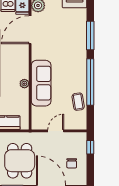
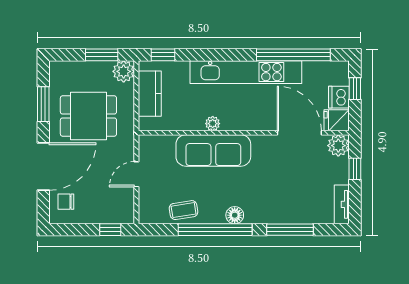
floor lamp: (81, 70) -> (235, 215), added
door: (56, 131) -> (136, 174), swing flipped
chair: (72, 163) -> (66, 202), moved

